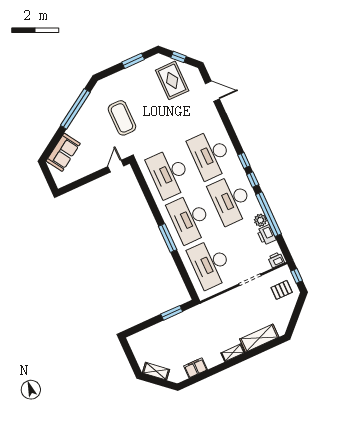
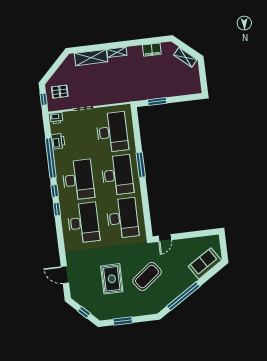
rug: (172, 80) -> (112, 279), moved
coffee table: (122, 118) -> (147, 276), turned 52
plant: (260, 220) -> (59, 155), removed

